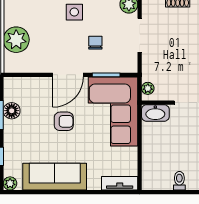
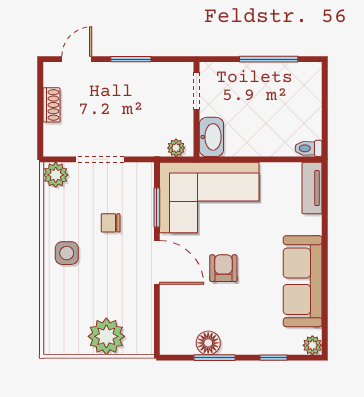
toilet: (179, 181) -> (309, 148), moved

